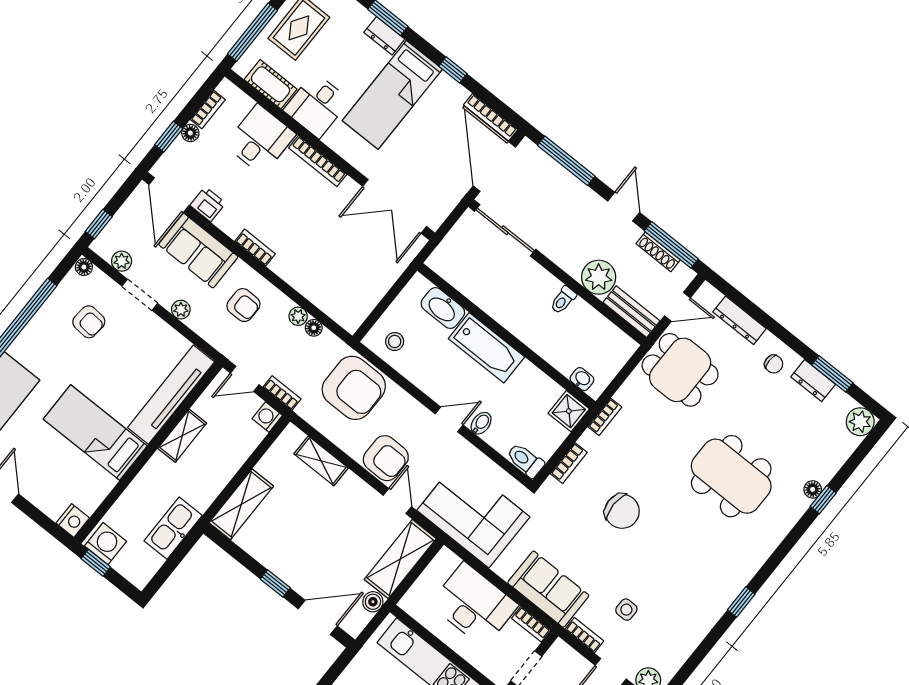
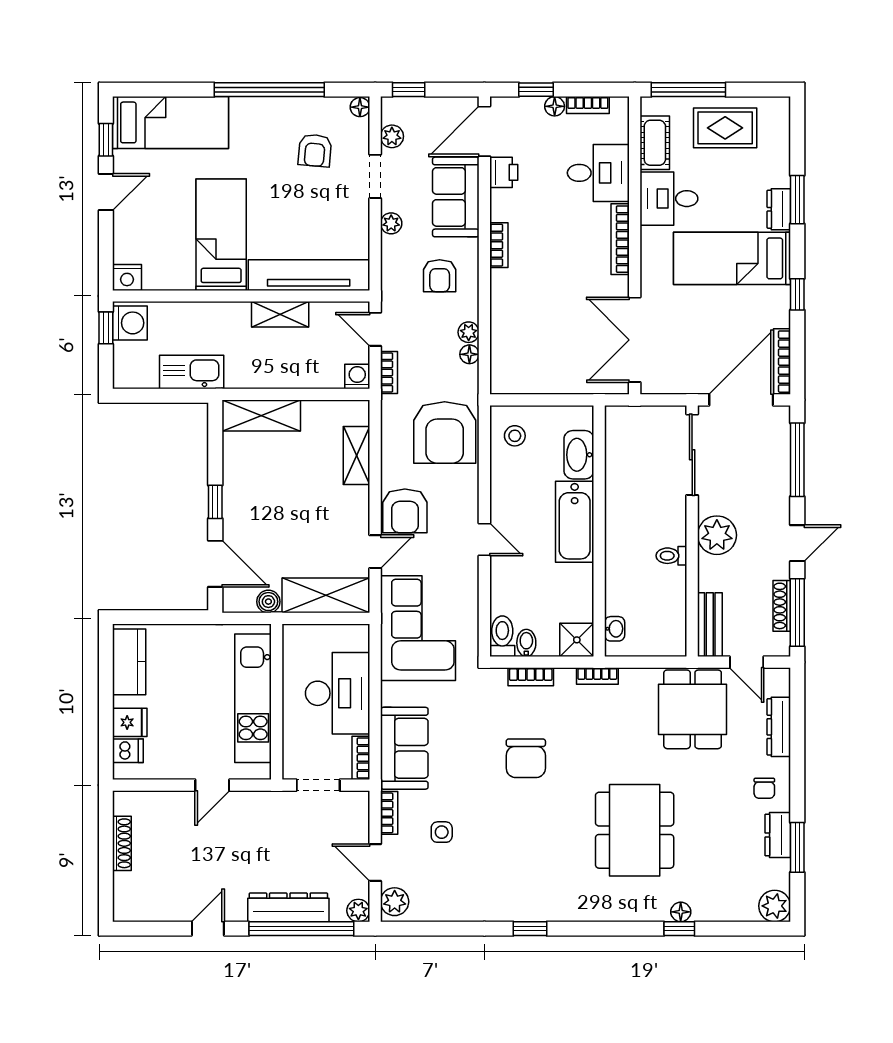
plant: (599, 277) -> (717, 535), moved
bidet: (481, 423) -> (526, 643), moved, turned -90

